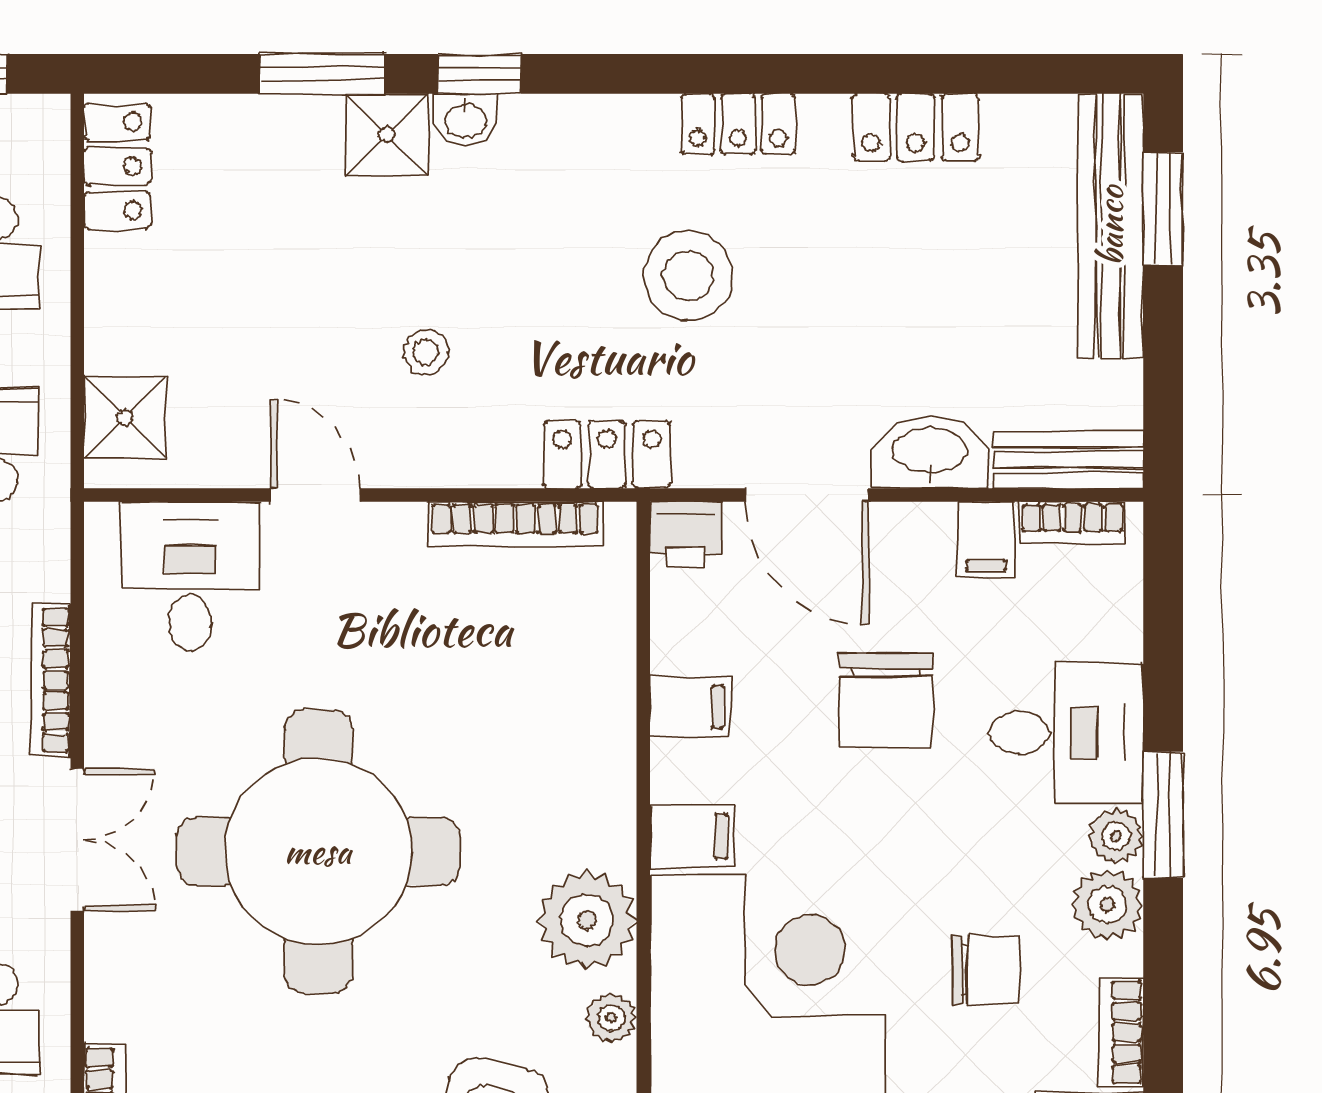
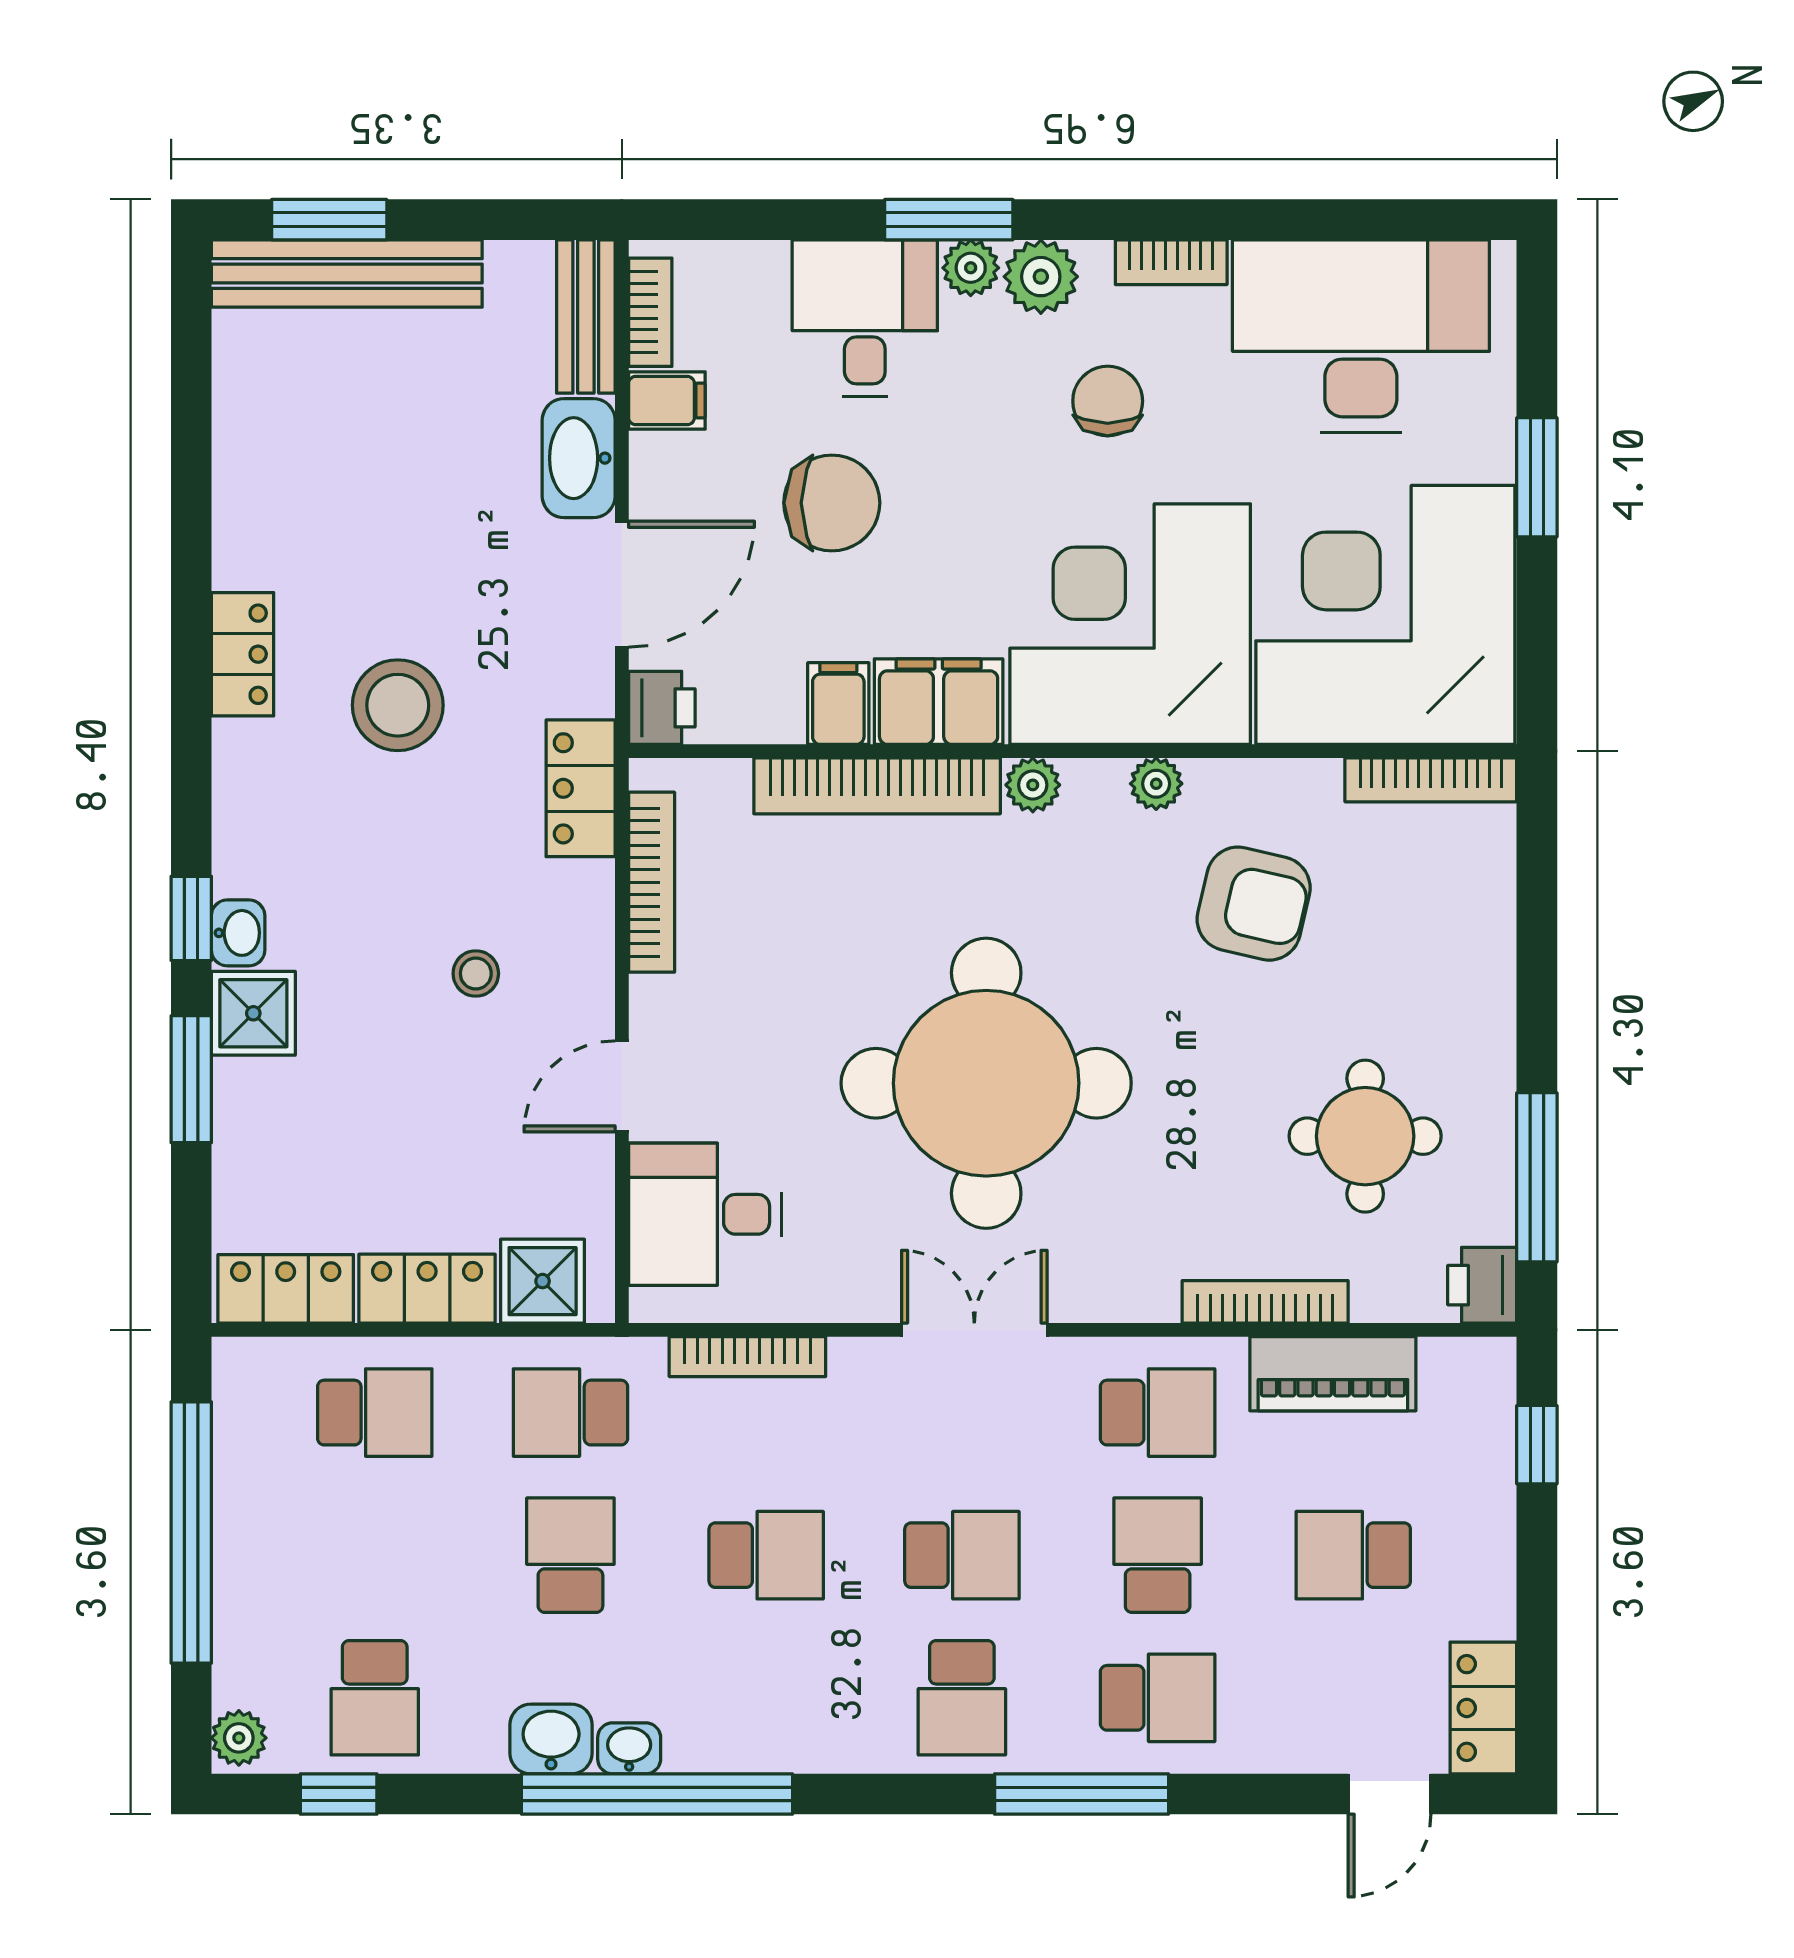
locker: (915, 127) -> (427, 1289), moved, turned -90
bookcase: (51, 680) -> (747, 1357), moved
bookcase: (609, 745) -> (877, 786), added
filing cabinet: (692, 836) -> (939, 702), width x2.00
plant: (587, 920) -> (1033, 785), width x0.53, depth x0.53

